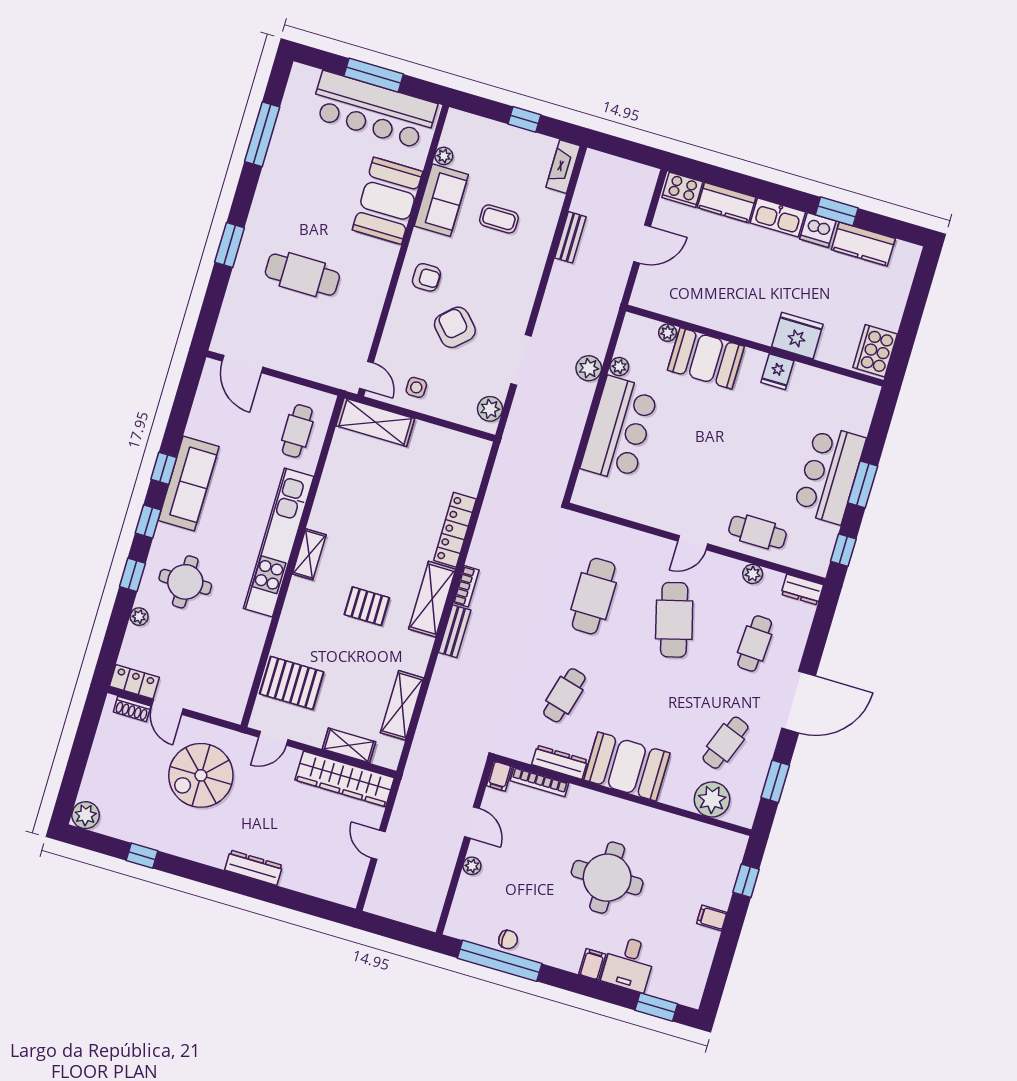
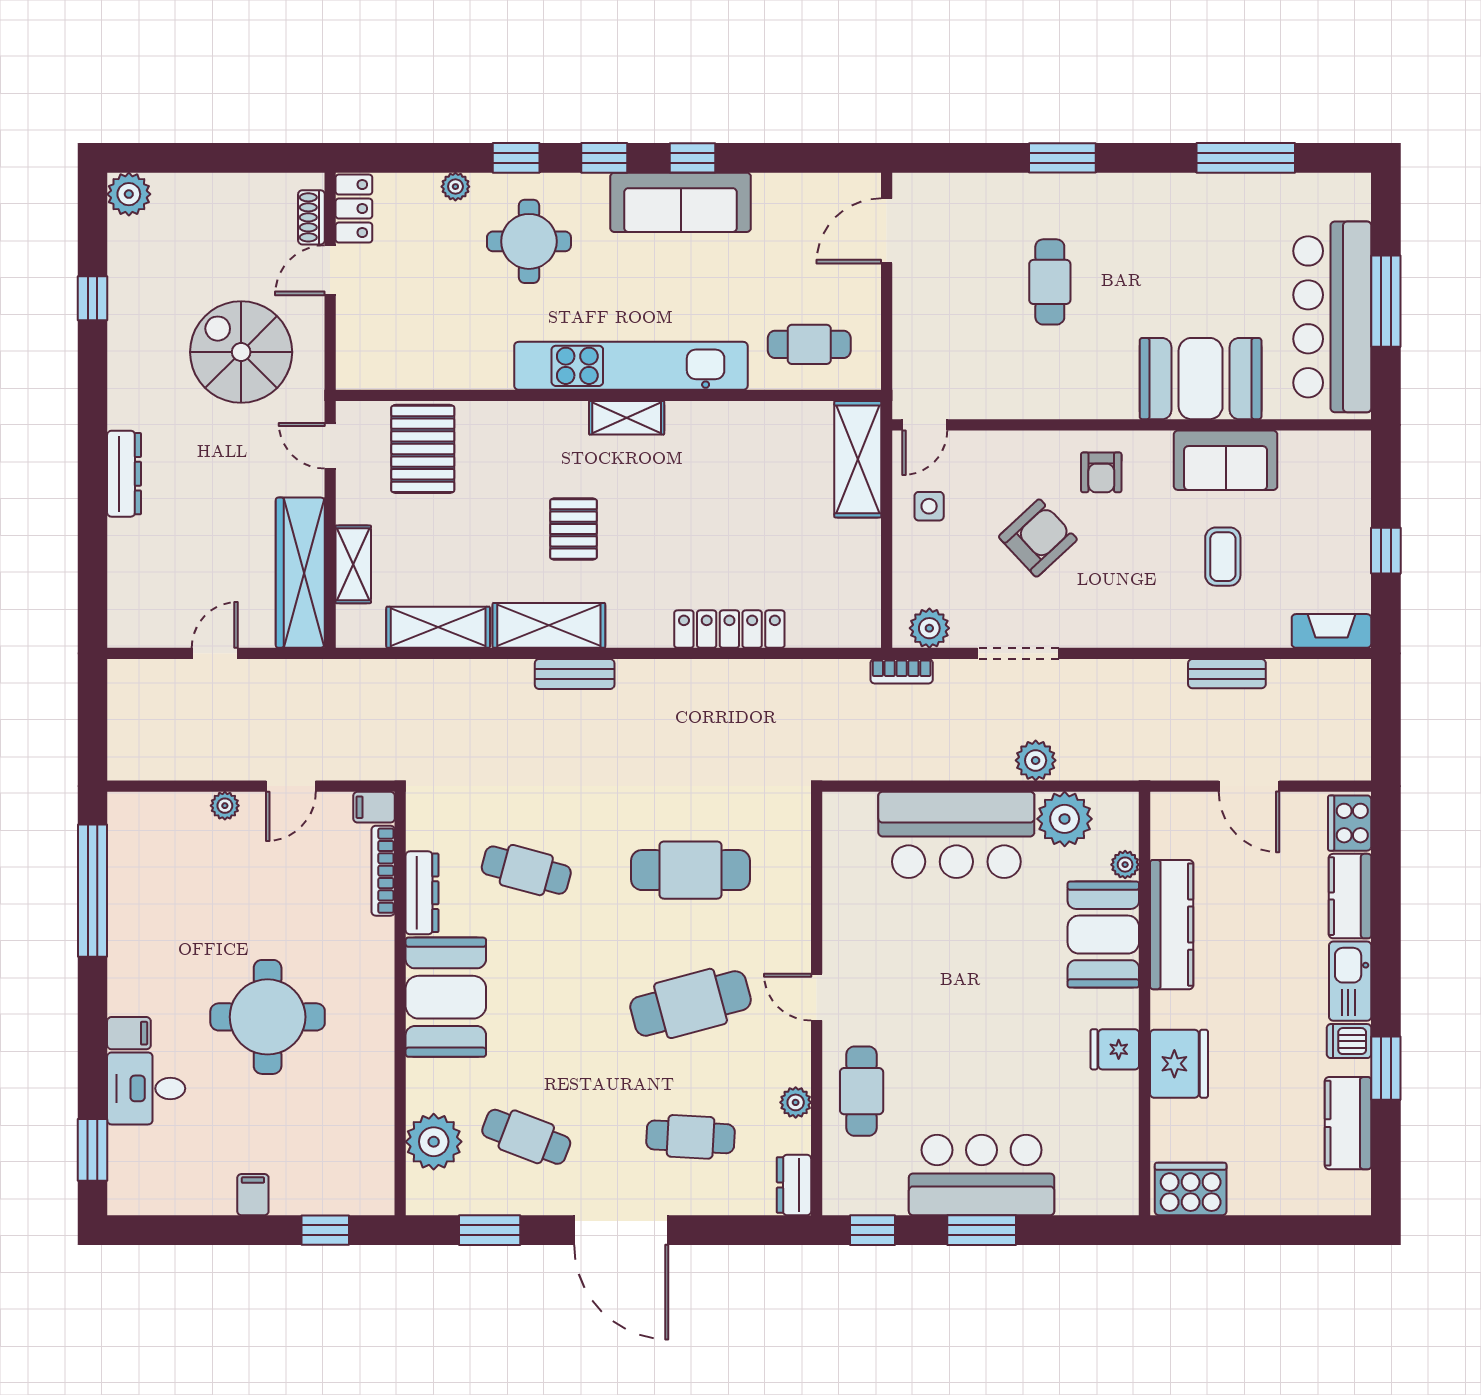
plant: (444, 156) -> (1294, 444), removed
dishwasher: (818, 230) -> (1349, 1041), width x0.73
cafe table: (302, 275) -> (1050, 282), width x0.73, depth x0.74
kitchen counter: (712, 315) -> (1172, 925), added
plant: (619, 367) -> (1065, 819), width x1.88, depth x1.88
bookcase: (466, 586) -> (902, 671), moved
shelving: (432, 599) -> (549, 625), moved
chair: (508, 940) -> (129, 894), removed

